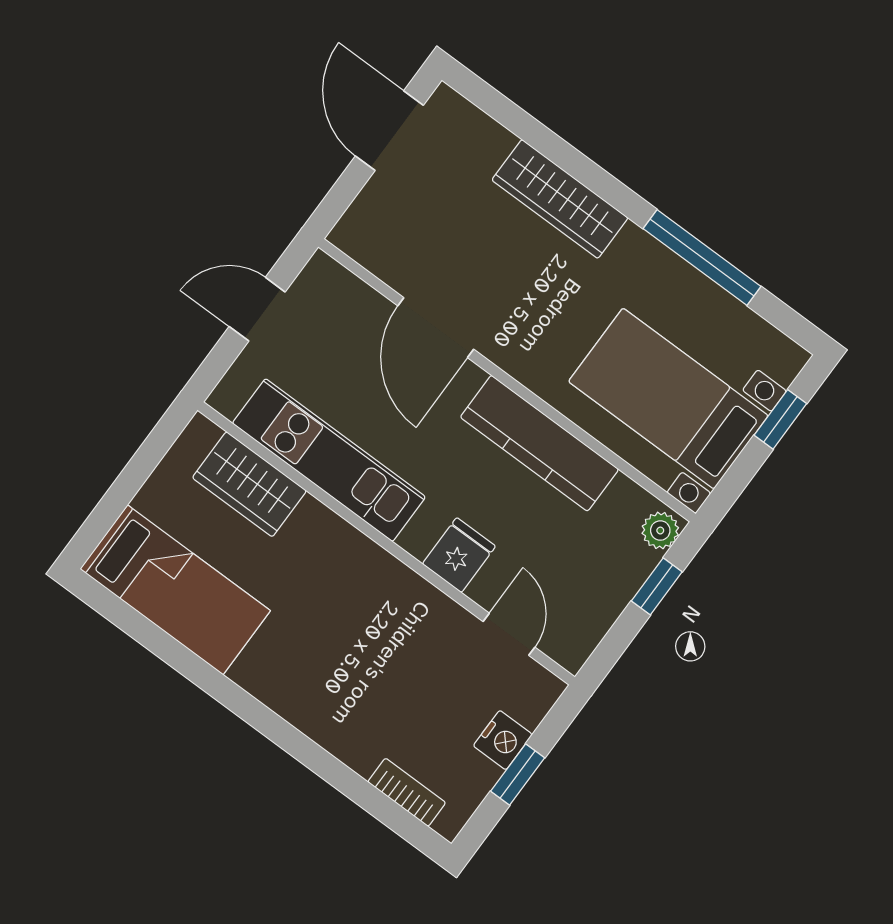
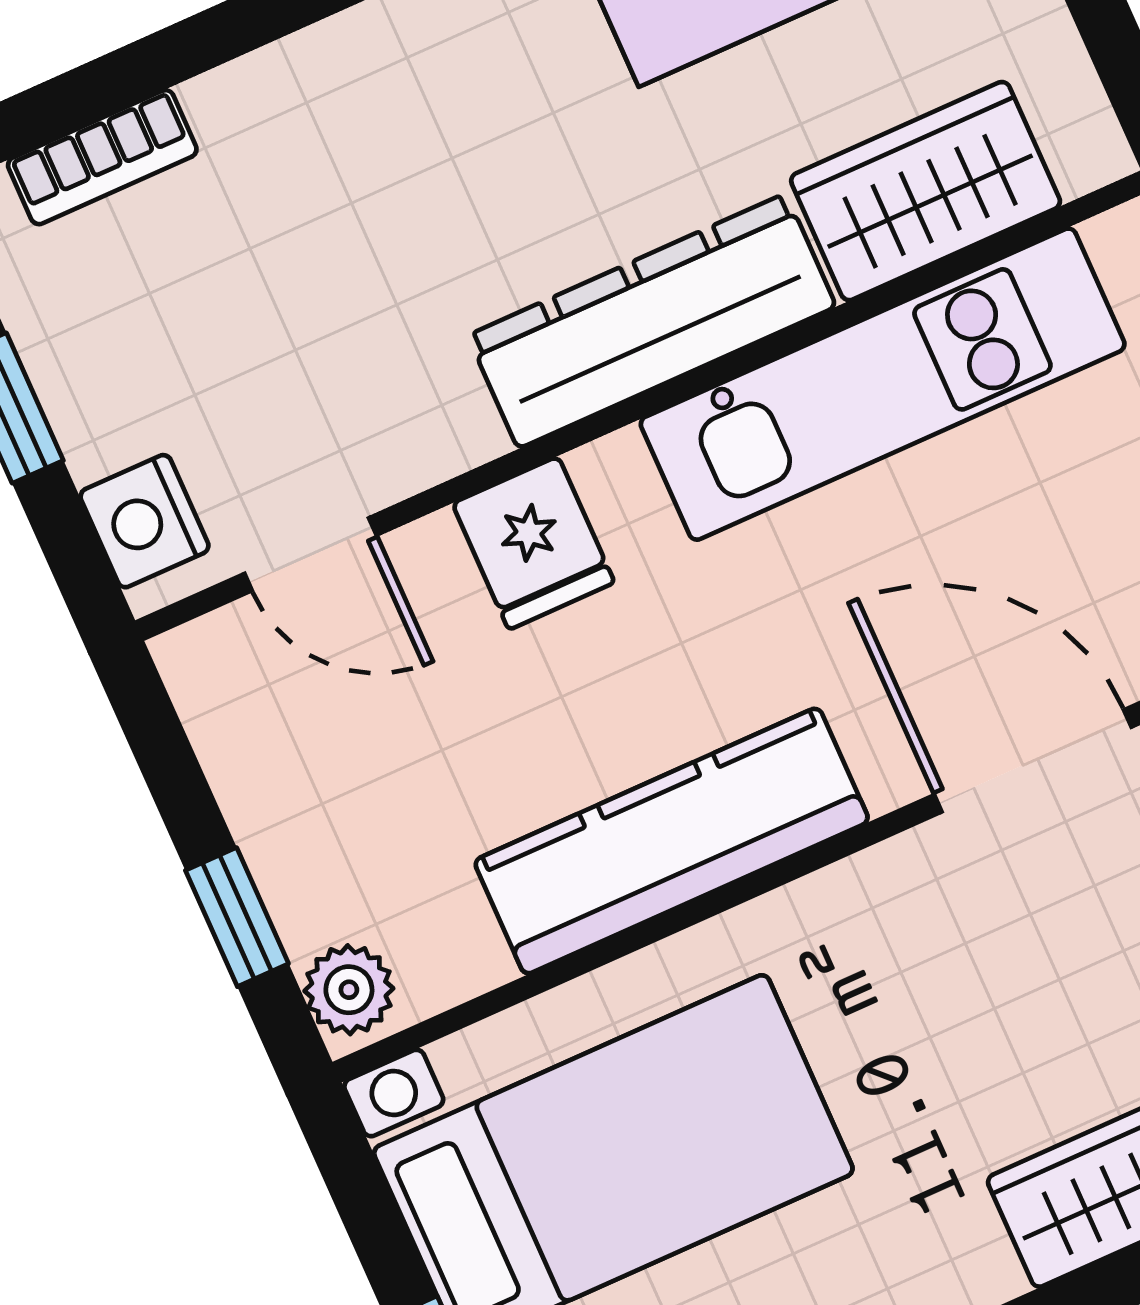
dresser: (353, 558) -> (652, 321), added
nightstand: (503, 740) -> (144, 521), moved

